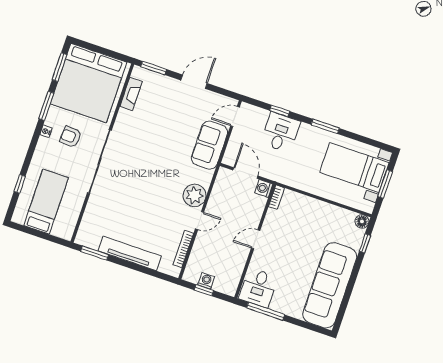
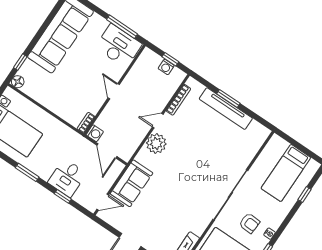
door: (256, 239) -> (114, 91), swing flipped
window: (95, 253) -> (228, 99), moved
desk: (258, 288) -> (118, 46), width x1.37

